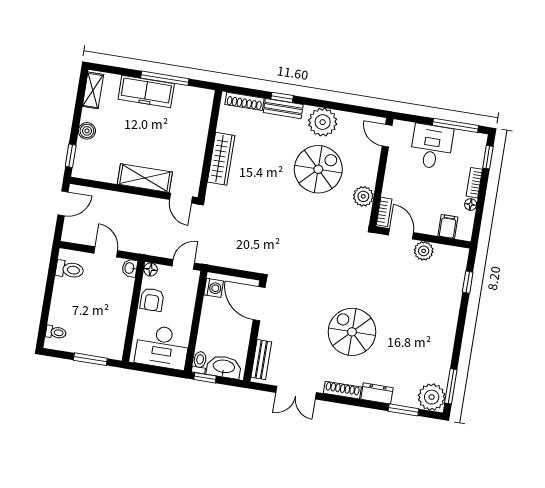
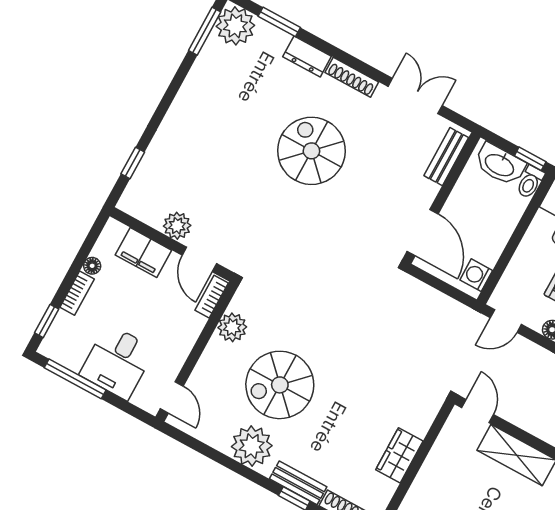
wardrobe: (221, 159) -> (399, 455), width x0.67
filing cabinet: (448, 227) -> (143, 253), width x2.00
spiral stairs: (352, 332) -> (311, 151), turned 180

